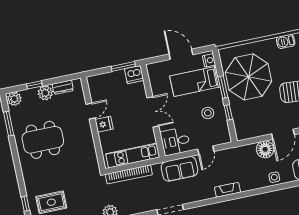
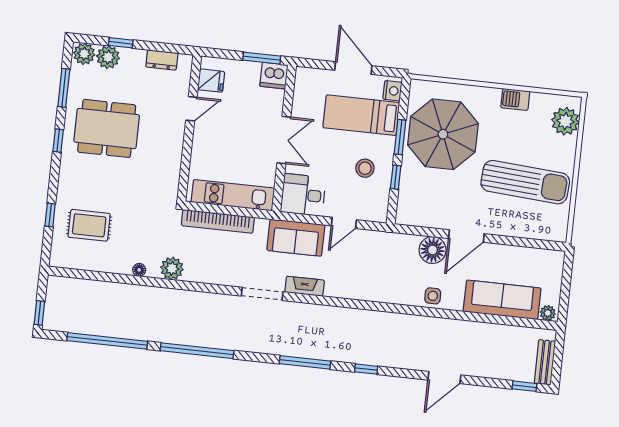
plant: (45, 93) -> (108, 57), moved
fridge: (104, 124) -> (211, 81), moved
window: (16, 157) -> (58, 141), added
fireplace: (227, 190) -> (305, 286), moved

